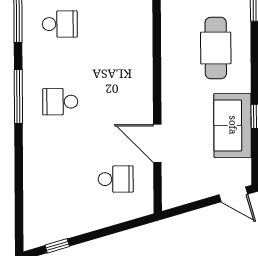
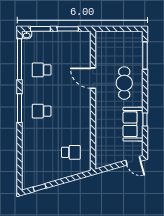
school desk: (60, 24) -> (42, 70), turned 180
door: (157, 143) -> (93, 78), moved

